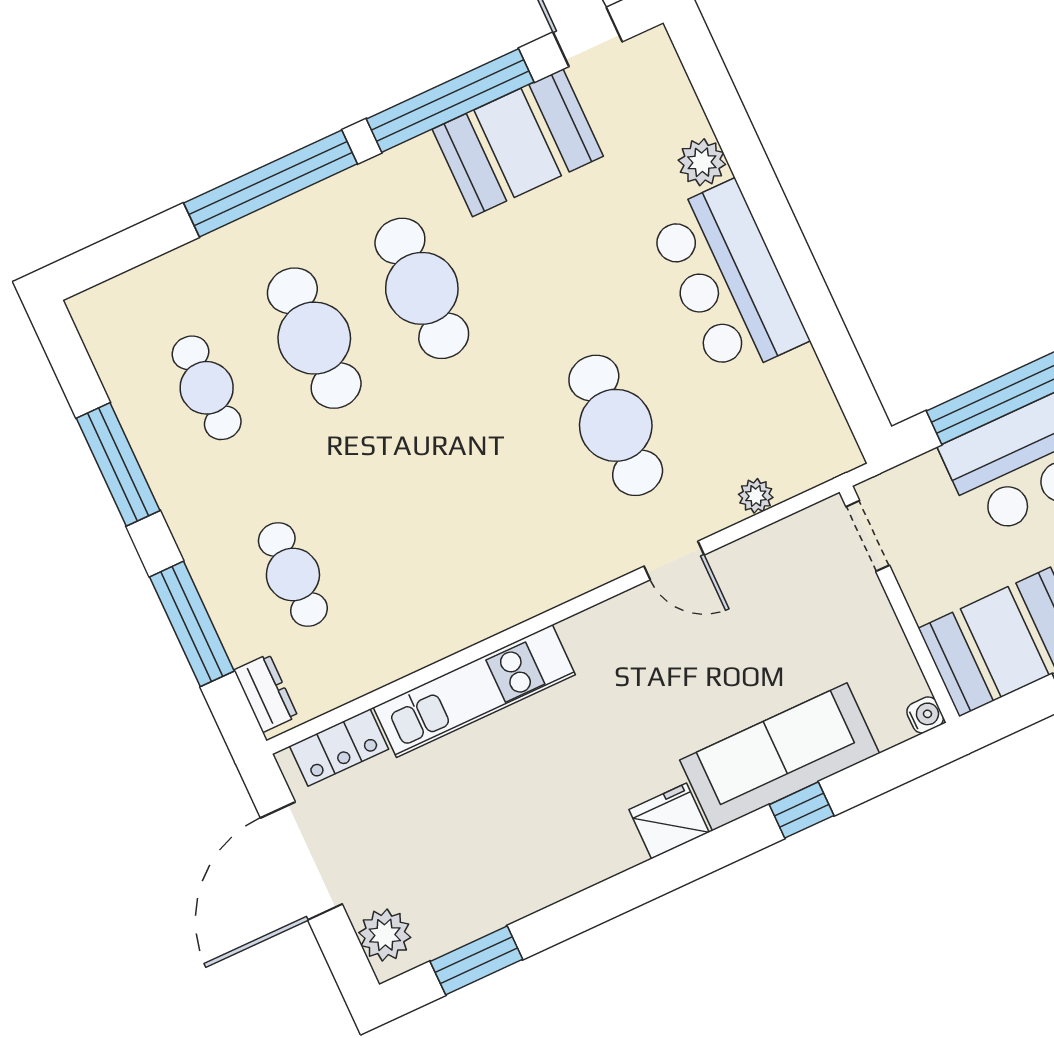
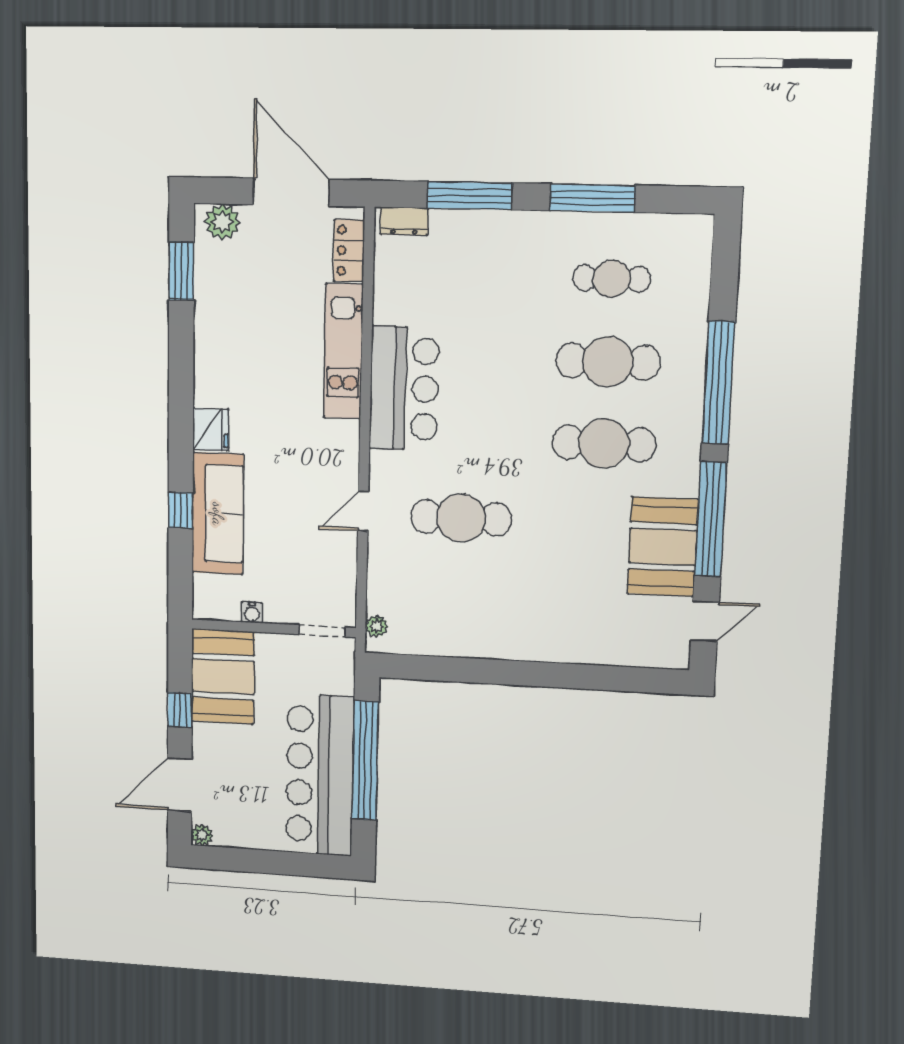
plant: (702, 162) -> (593, 649), removed
bar counter: (727, 280) -> (404, 389), moved, turned 90
plant: (756, 496) -> (377, 626), moved
cafe table: (293, 575) -> (469, 275), removed
water cooler: (925, 715) -> (252, 612), moved

